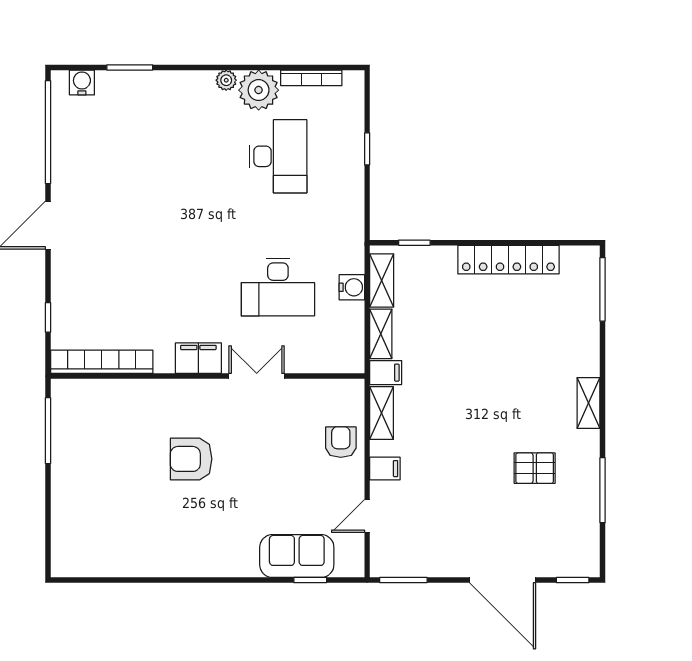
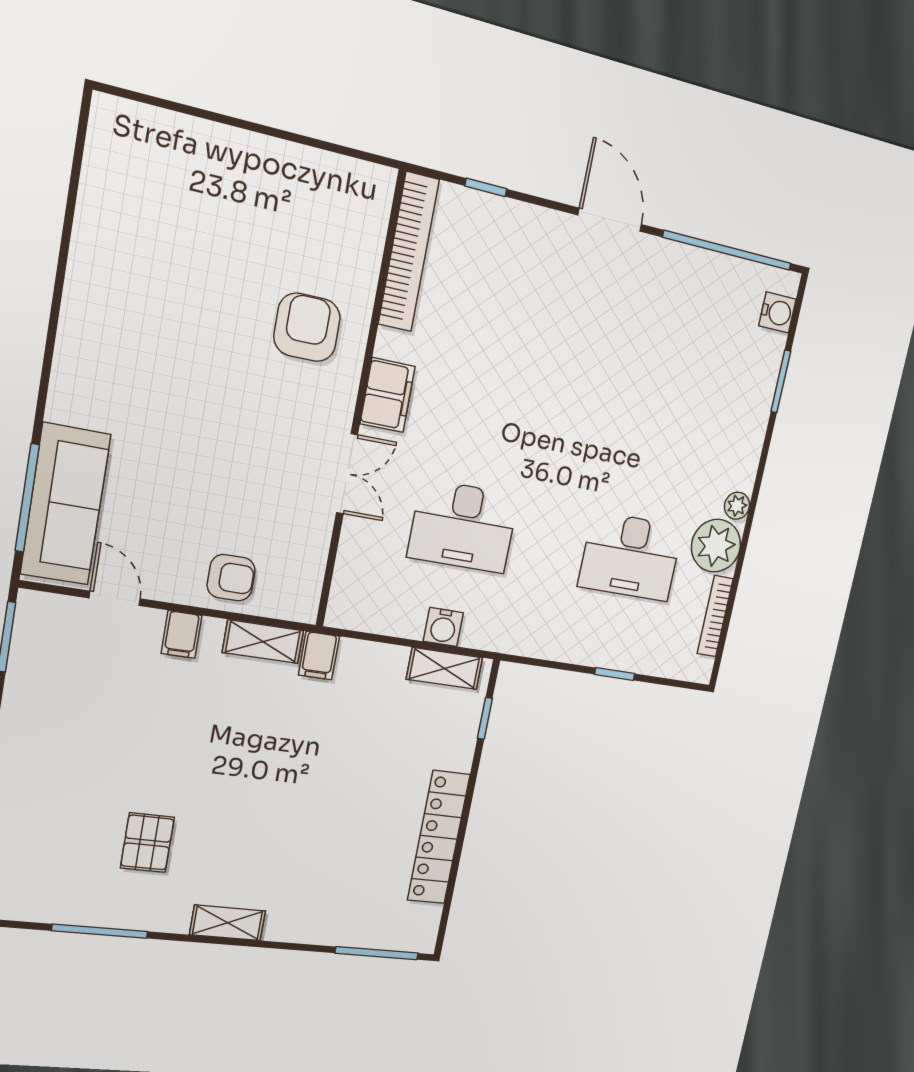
desk: (278, 287) -> (463, 526), turned -90
shelving: (381, 334) -> (373, 657), removed
window: (48, 431) -> (323, 145), removed
armchair: (191, 459) -> (307, 327), moved
sofa: (297, 556) -> (65, 504), width x1.36
window: (310, 580) -> (27, 498), width x2.17

